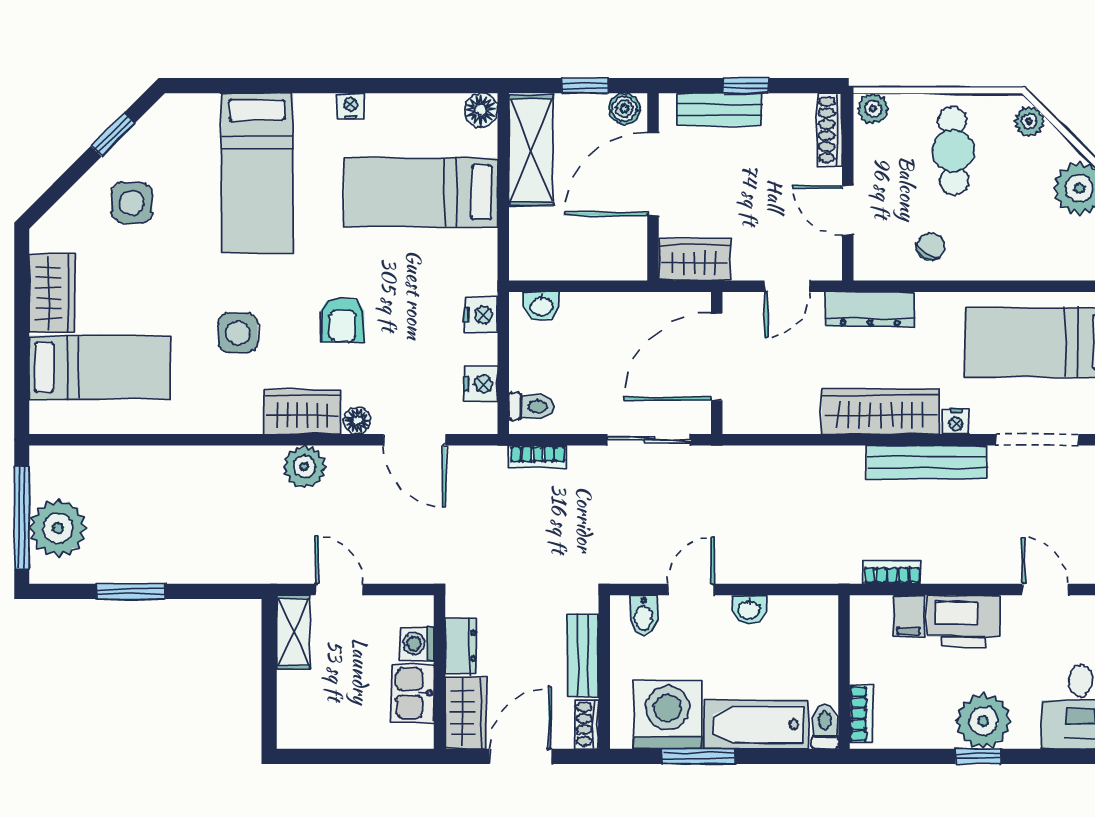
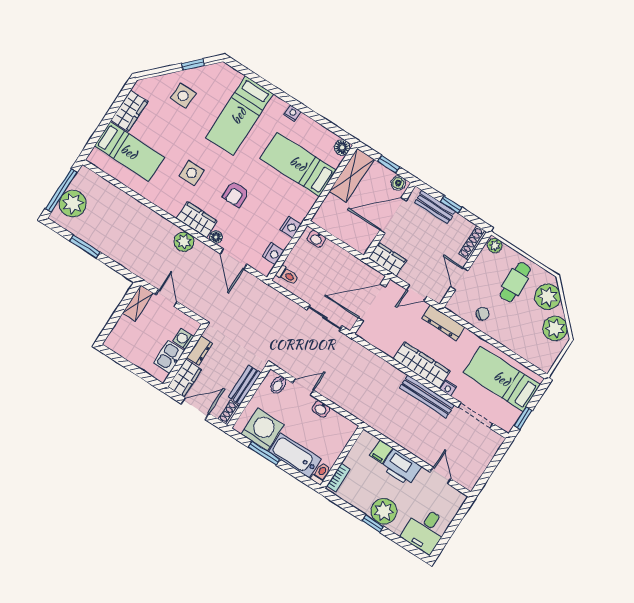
plant: (1029, 121) -> (548, 297), width x1.88, depth x1.88
bookcase: (538, 457) -> (277, 297), removed
bookcase: (892, 572) -> (386, 431), removed

